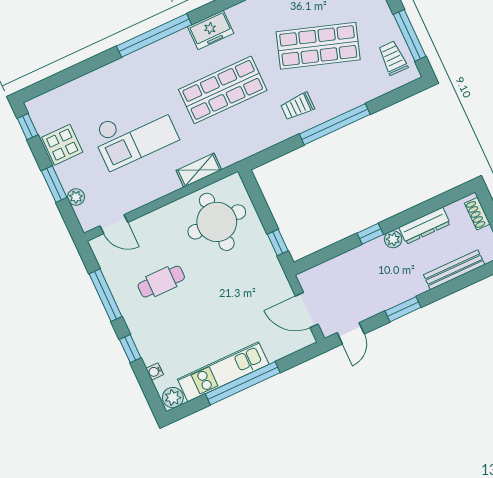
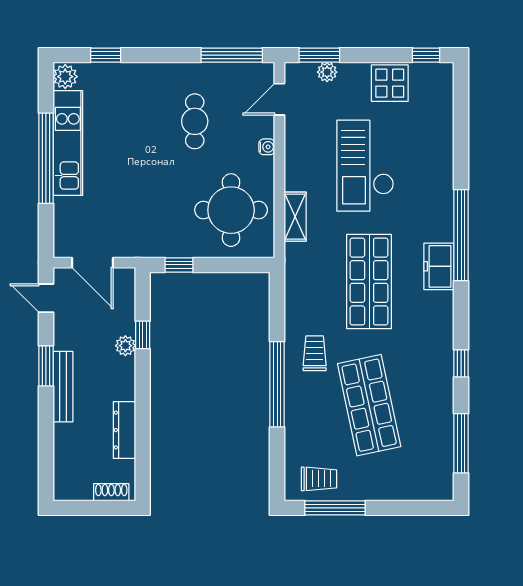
freezer: (211, 30) -> (439, 266), moved
shop shelf: (318, 46) -> (369, 405), turned -30
window: (54, 184) -> (319, 55), moved
window: (370, 234) -> (143, 335), moved
plant: (393, 239) -> (125, 346), moved
bench: (454, 270) -> (63, 387), moved
window: (105, 295) -> (232, 55), moved
door: (307, 310) -> (92, 263), swing flipped
window: (130, 349) -> (106, 55), moved
water cooler: (155, 371) -> (267, 147), moved, turned 90

